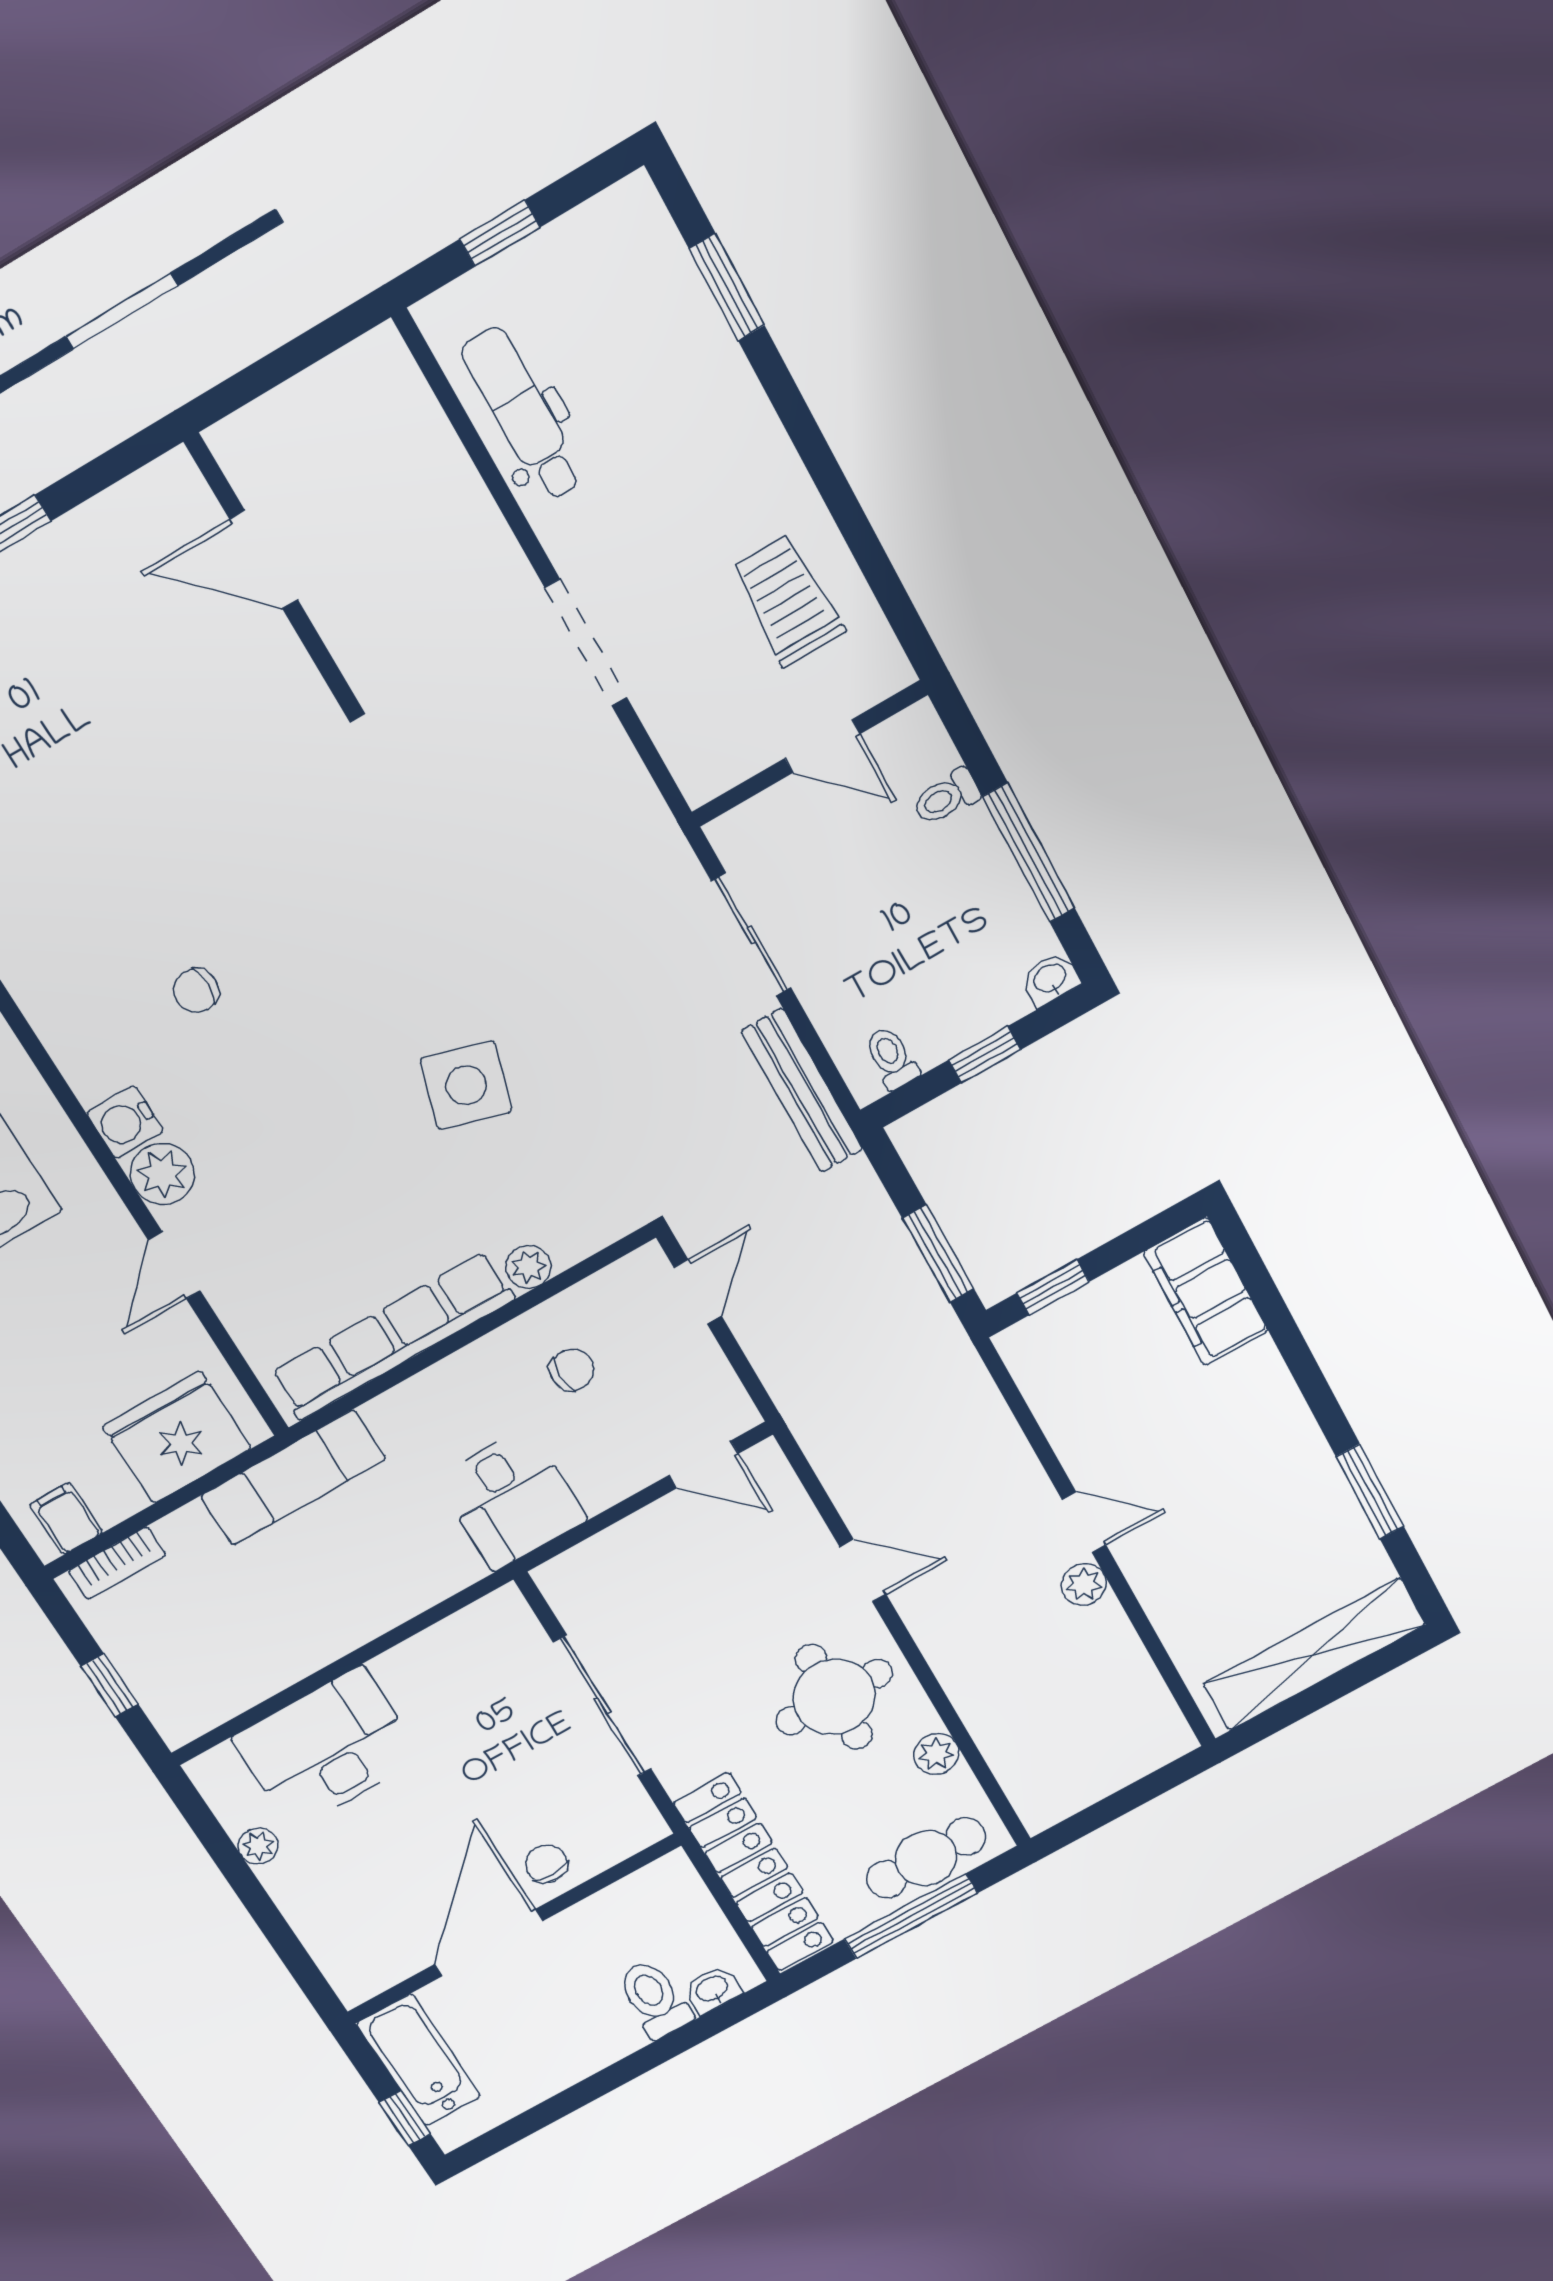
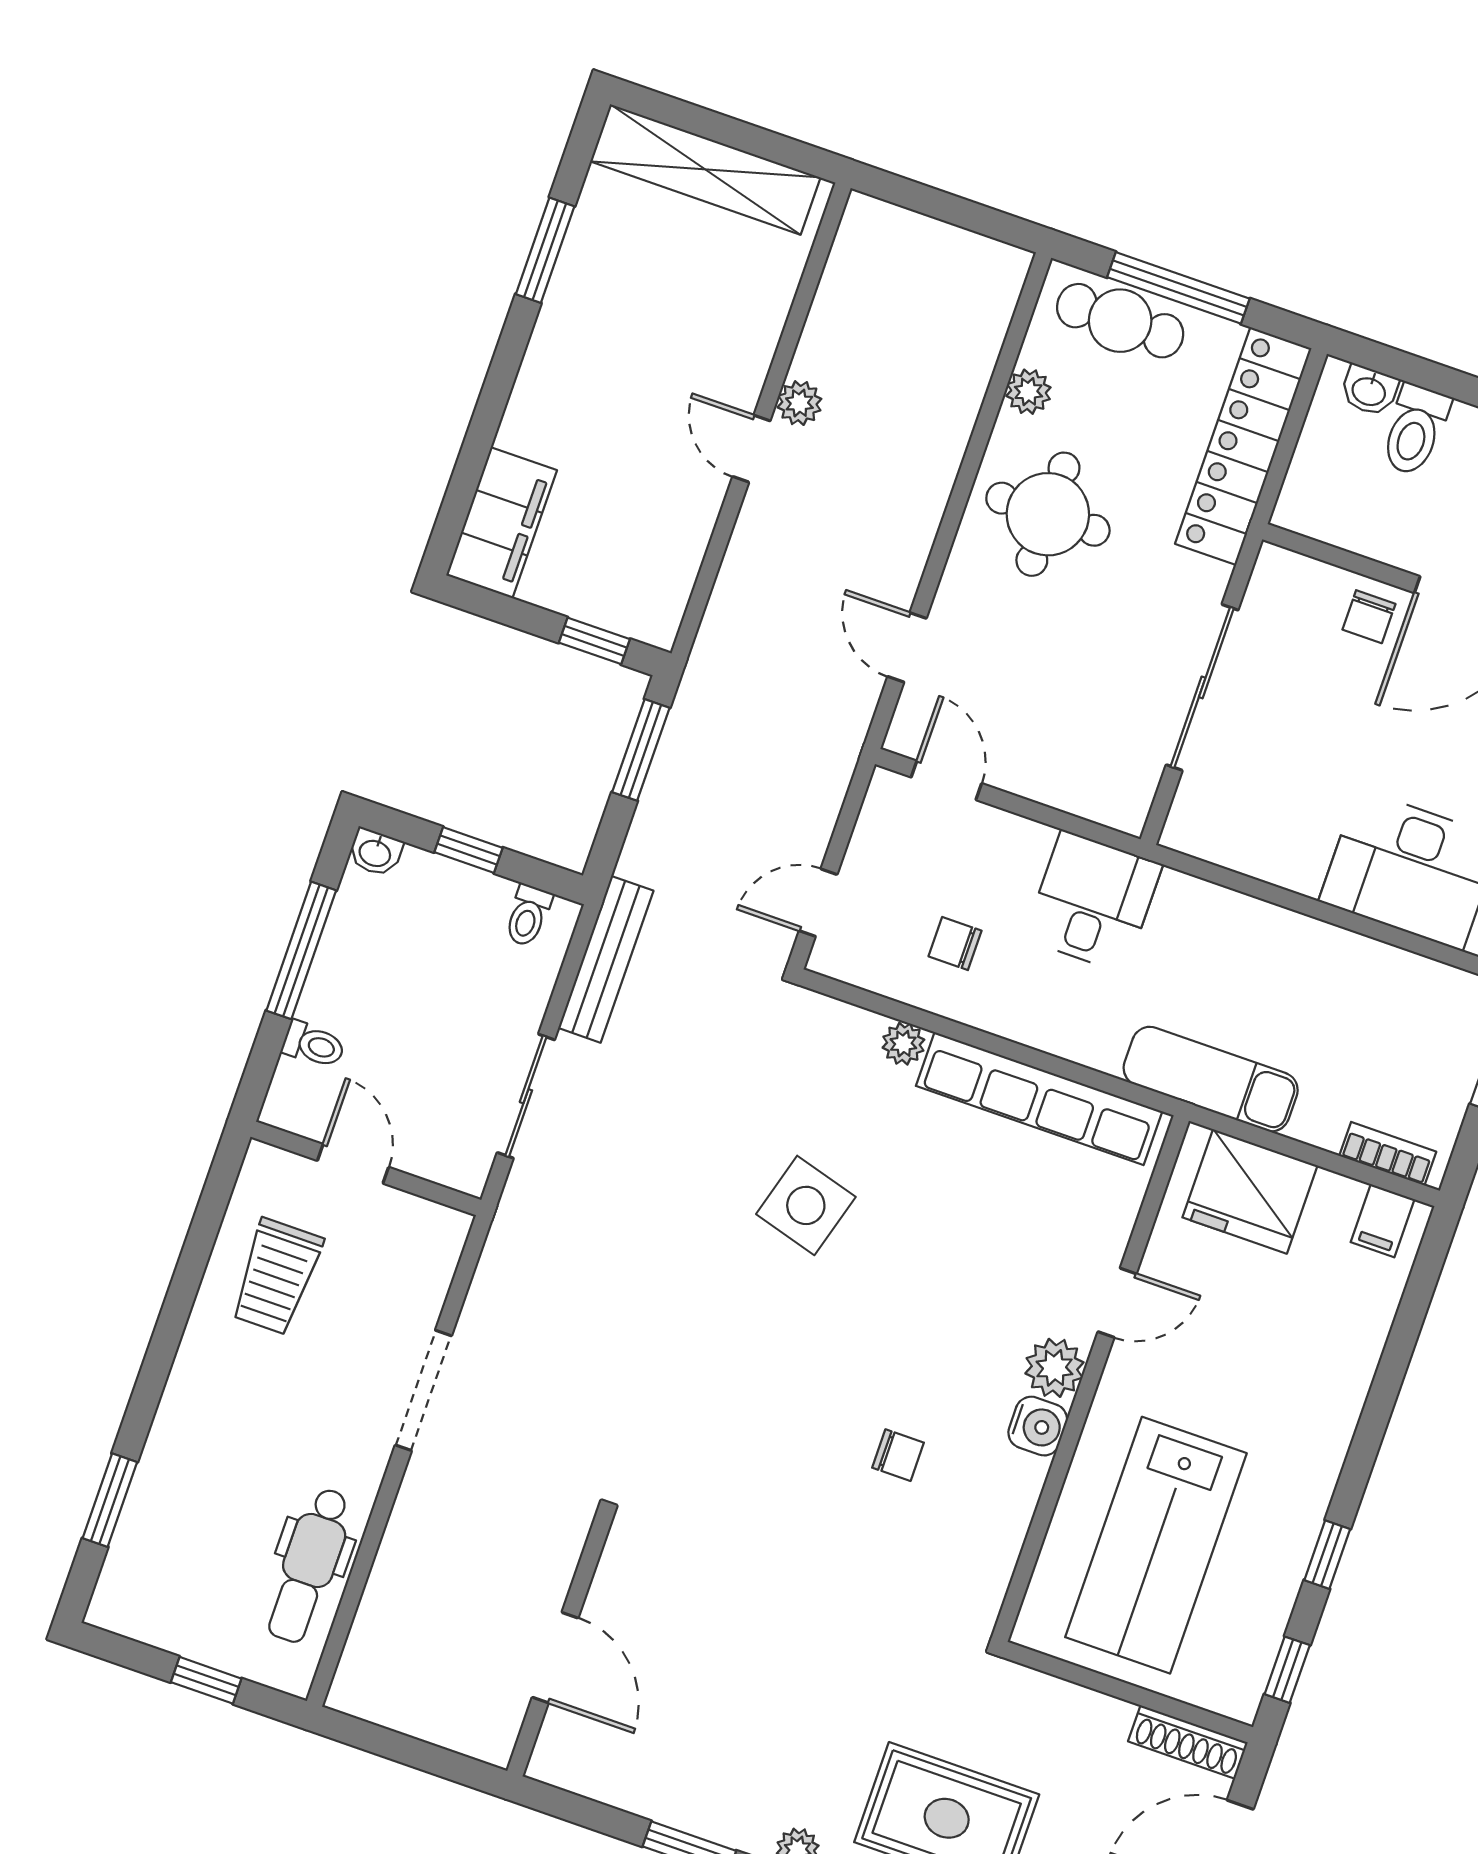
door: (863, 1571) -> (907, 647), moved

